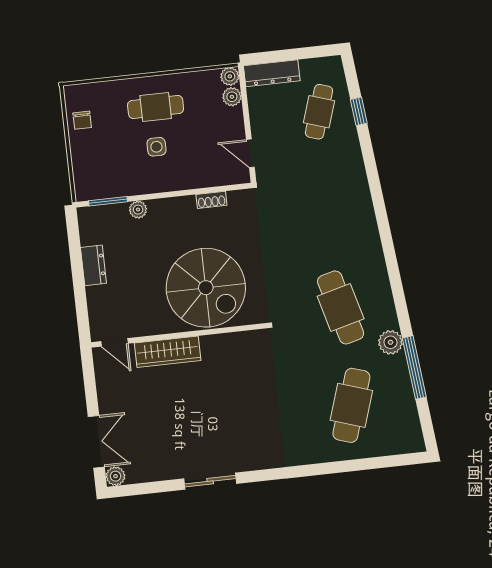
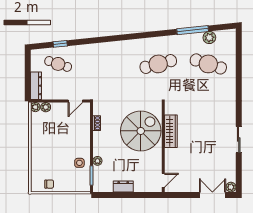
cafe table: (156, 107) -> (47, 146), removed
side table: (156, 147) -> (79, 163), moved
plant: (390, 342) -> (209, 38), moved
wardrobe: (168, 352) -> (171, 131), moved

